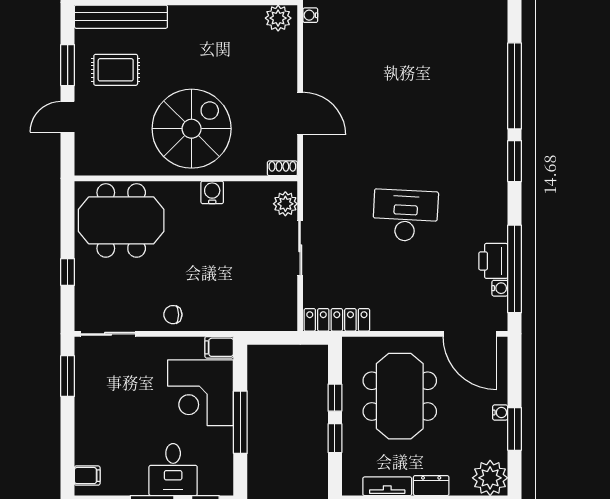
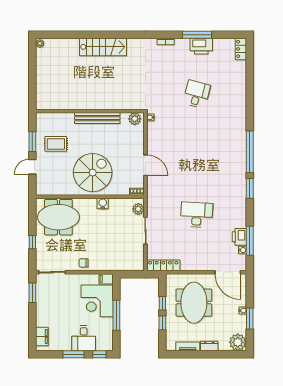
bench: (121, 17) -> (97, 118), moved
window: (515, 269) -> (250, 241), width x0.68
filing cabinet: (87, 476) -> (42, 336), width x2.00

